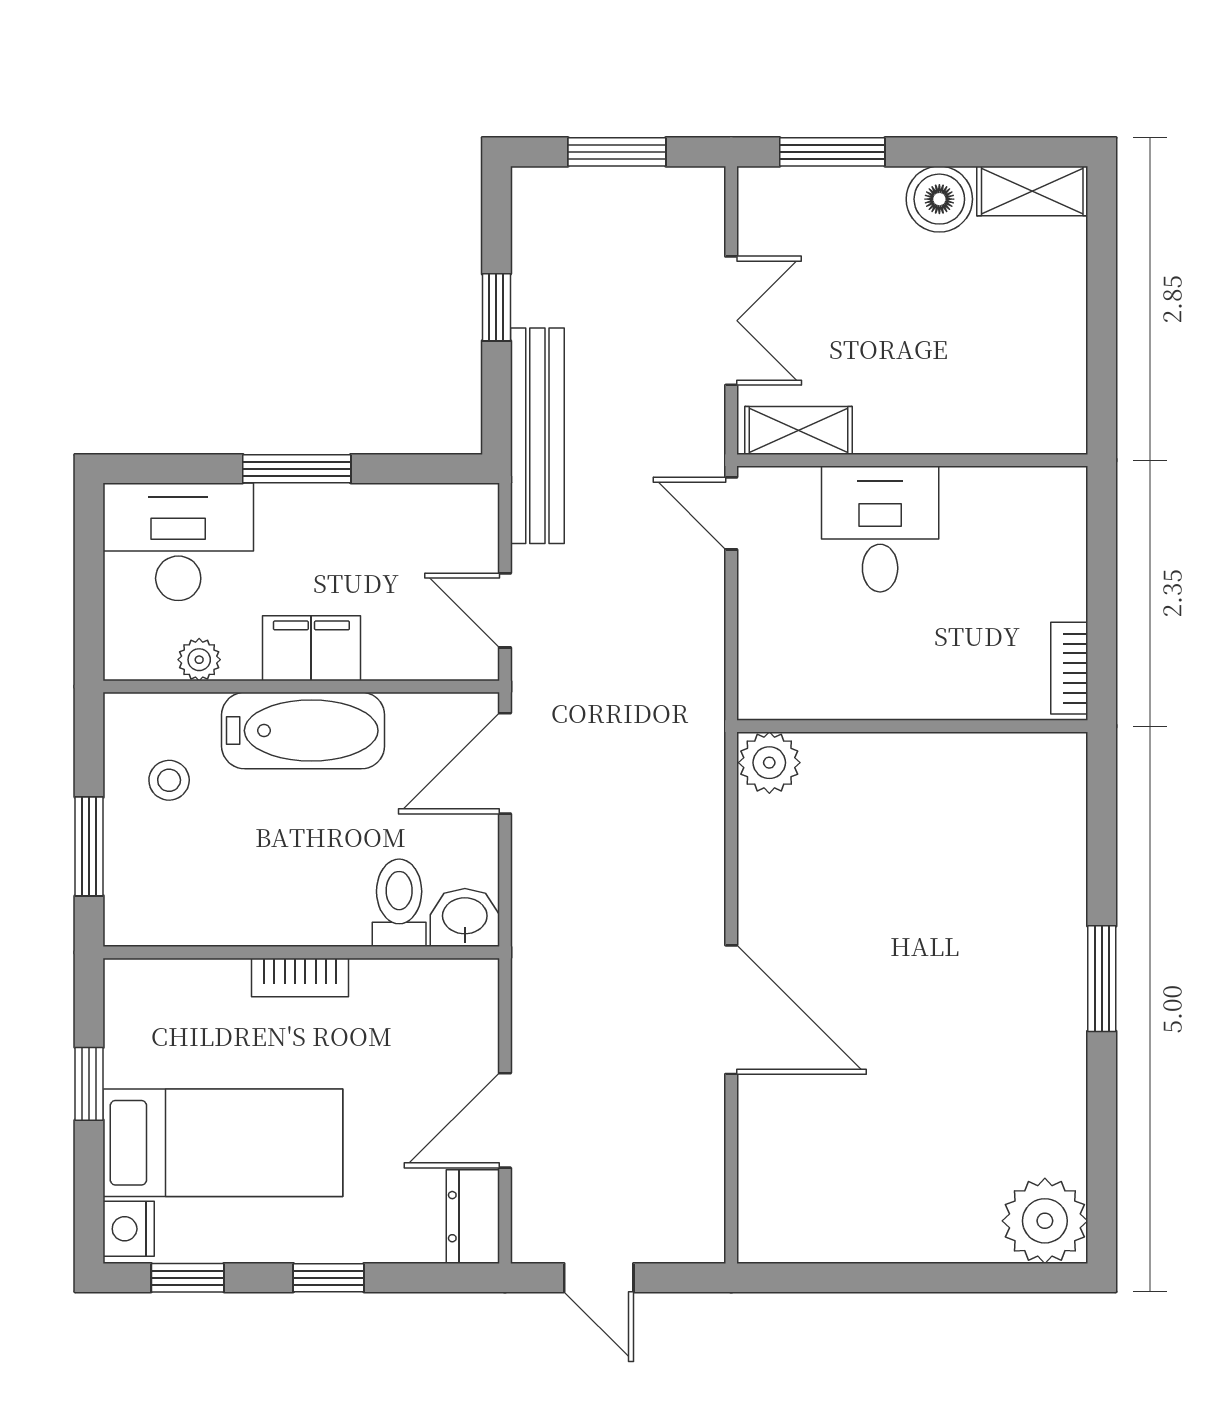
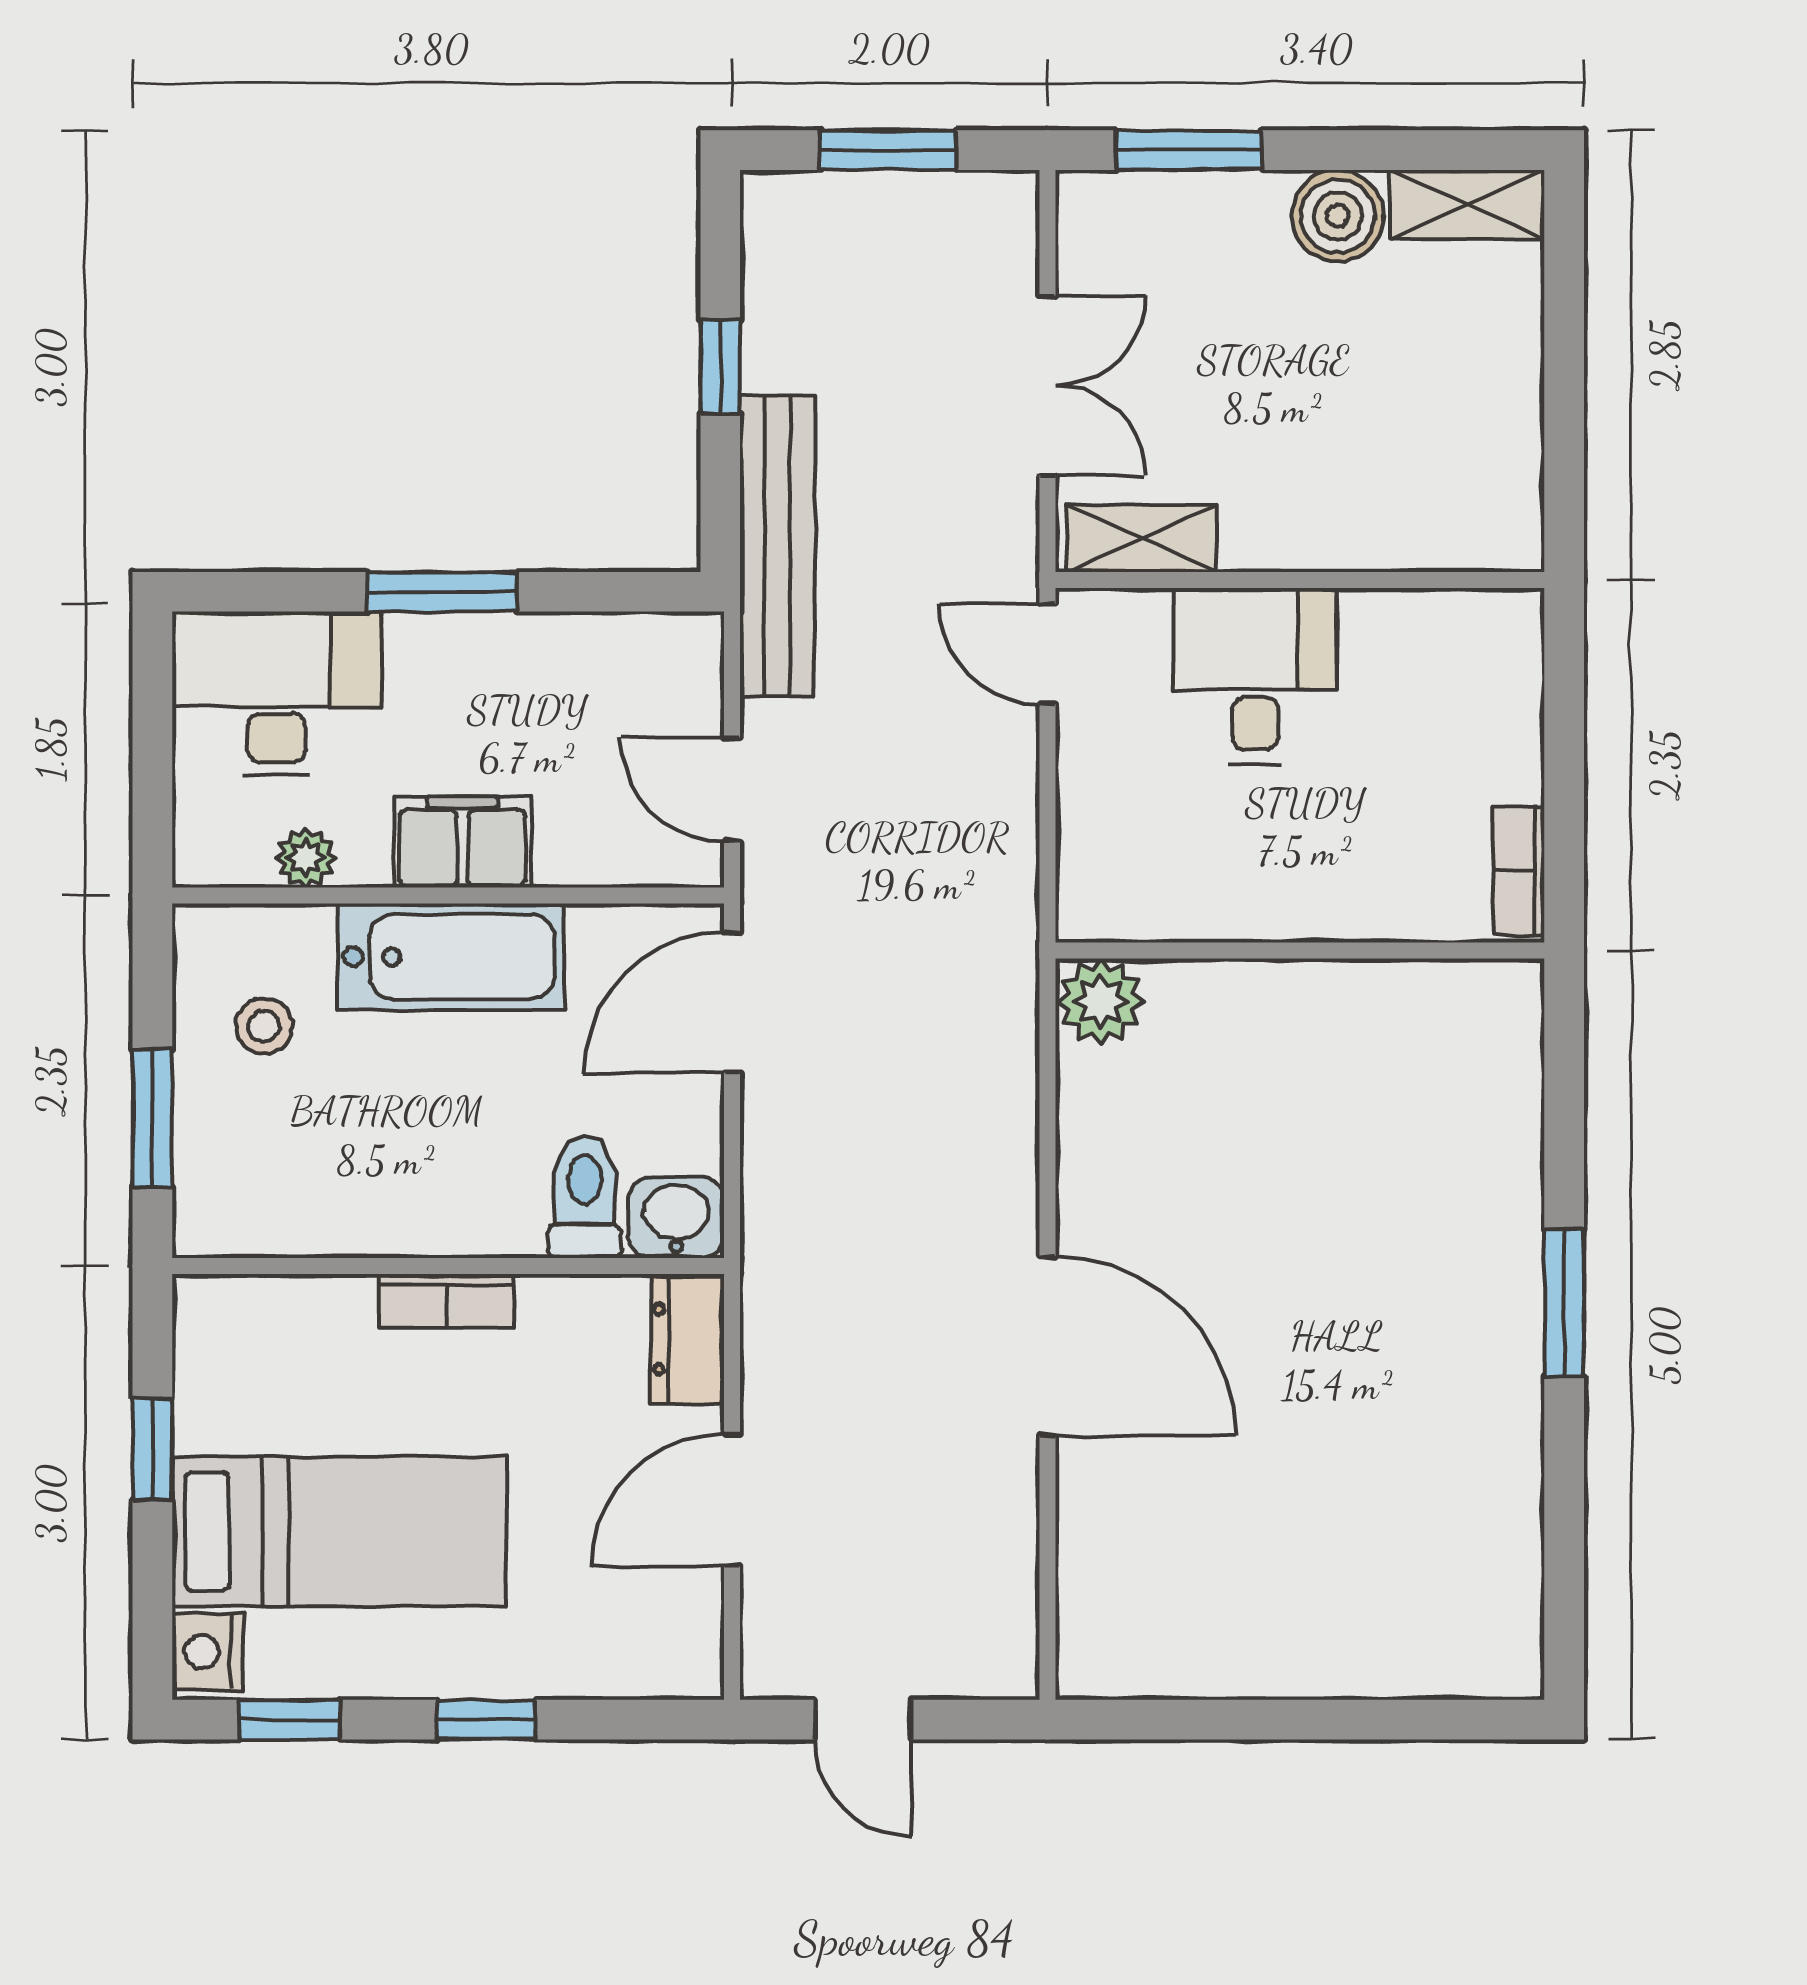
dresser: (473, 1217) -> (687, 1339), moved
plant: (1045, 1221) -> (1485, 1640), removed

